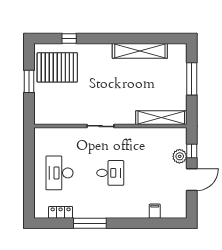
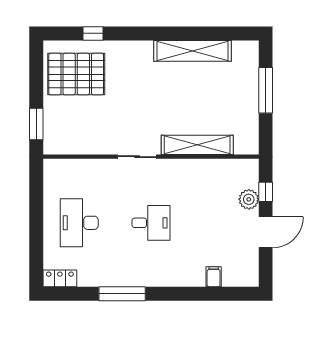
window: (29, 81) -> (36, 124), moved
shelving: (161, 118) -> (197, 145), moved
locker: (61, 212) -> (60, 278), moved

